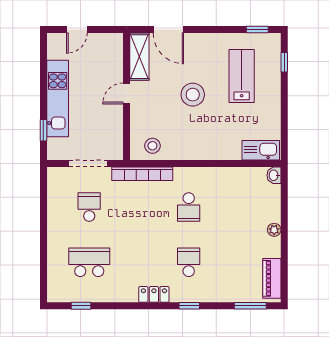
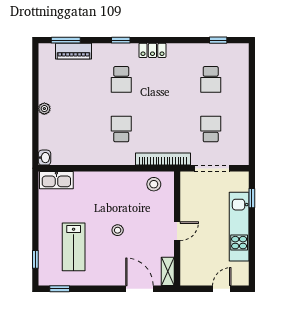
shelving: (139, 57) -> (168, 271), width x0.67, depth x0.75
stool: (193, 95) -> (118, 230), width x0.53, depth x0.53
school desk: (89, 207) -> (211, 129), turned 180
school desk: (89, 262) -> (211, 79), width x0.54
piano: (272, 278) -> (74, 51), moved, turned 90

